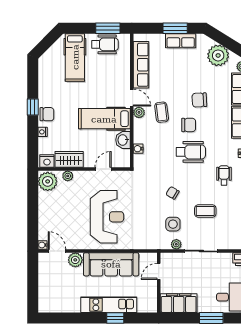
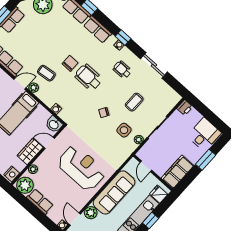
chair: (199, 100) -> (60, 42), removed
washbasin: (123, 140) -> (54, 124), moved
wheelchair: (191, 152) -> (88, 77), turned -90
wardrobe: (69, 159) -> (30, 151), moved
door: (103, 169) -> (49, 143), hinge flipped
row of seats: (45, 207) -> (40, 201), added
door: (57, 251) -> (75, 219), hinge flipped
fridge: (145, 304) -> (159, 194), added

